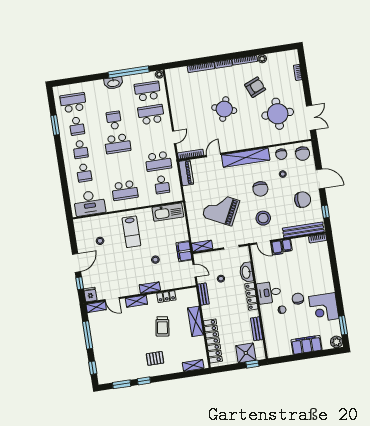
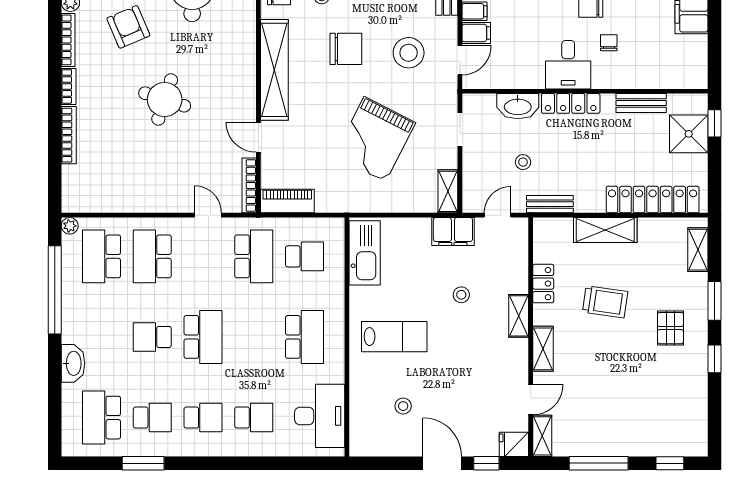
washbasin: (113, 83) -> (73, 363), moved
window: (122, 384) -> (714, 301), moved

